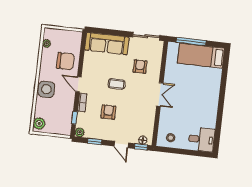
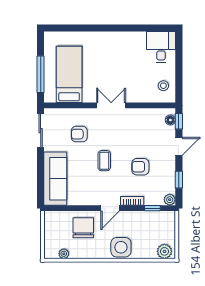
bed: (201, 56) -> (69, 74), moved, turned 180

